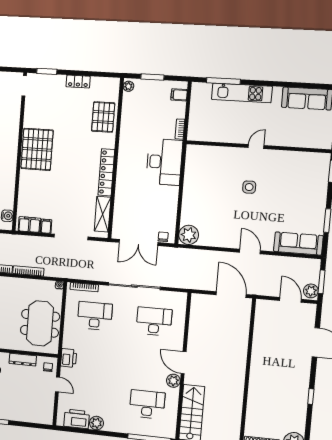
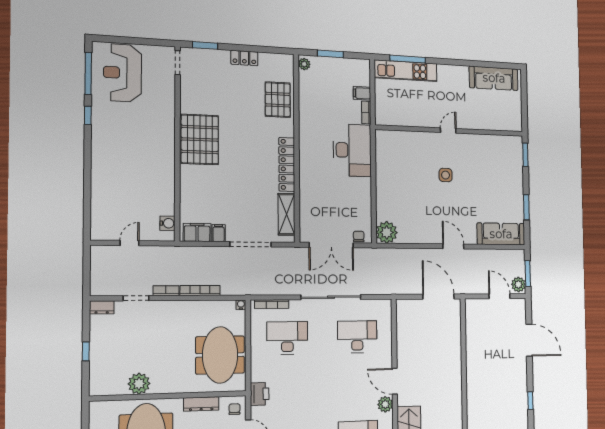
kitchen unit: (242, 93) -> (406, 71), moved
filing cabinet: (179, 95) -> (362, 93), moved

